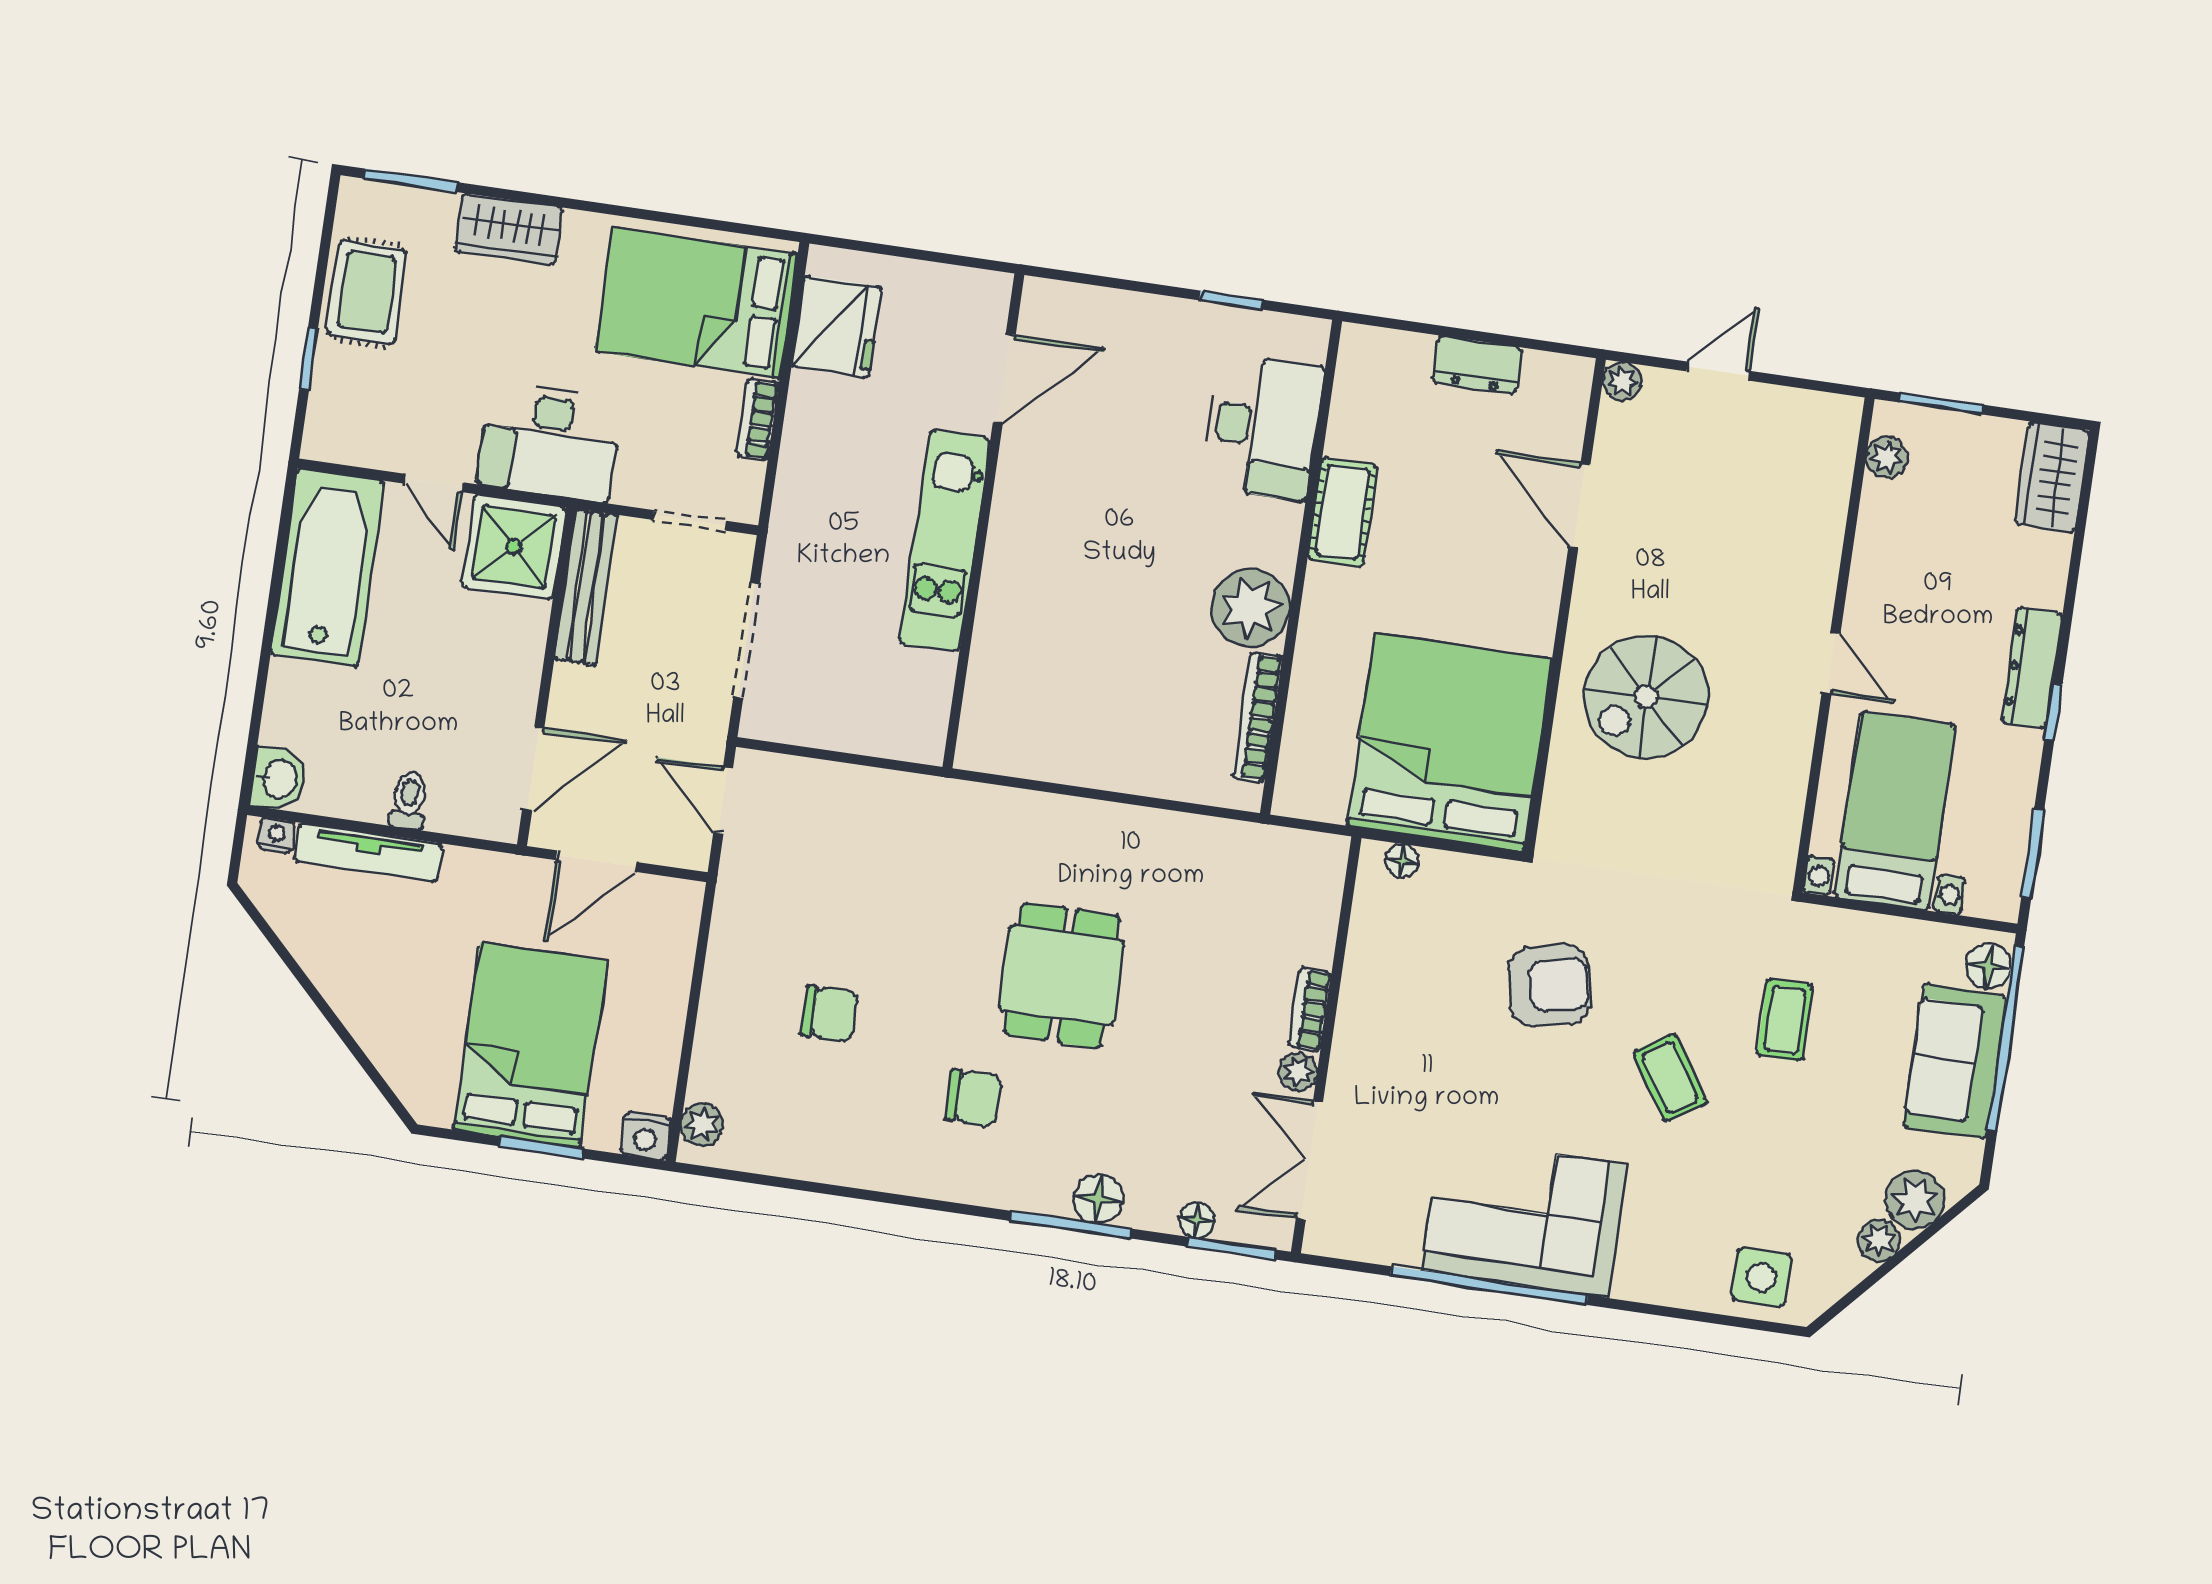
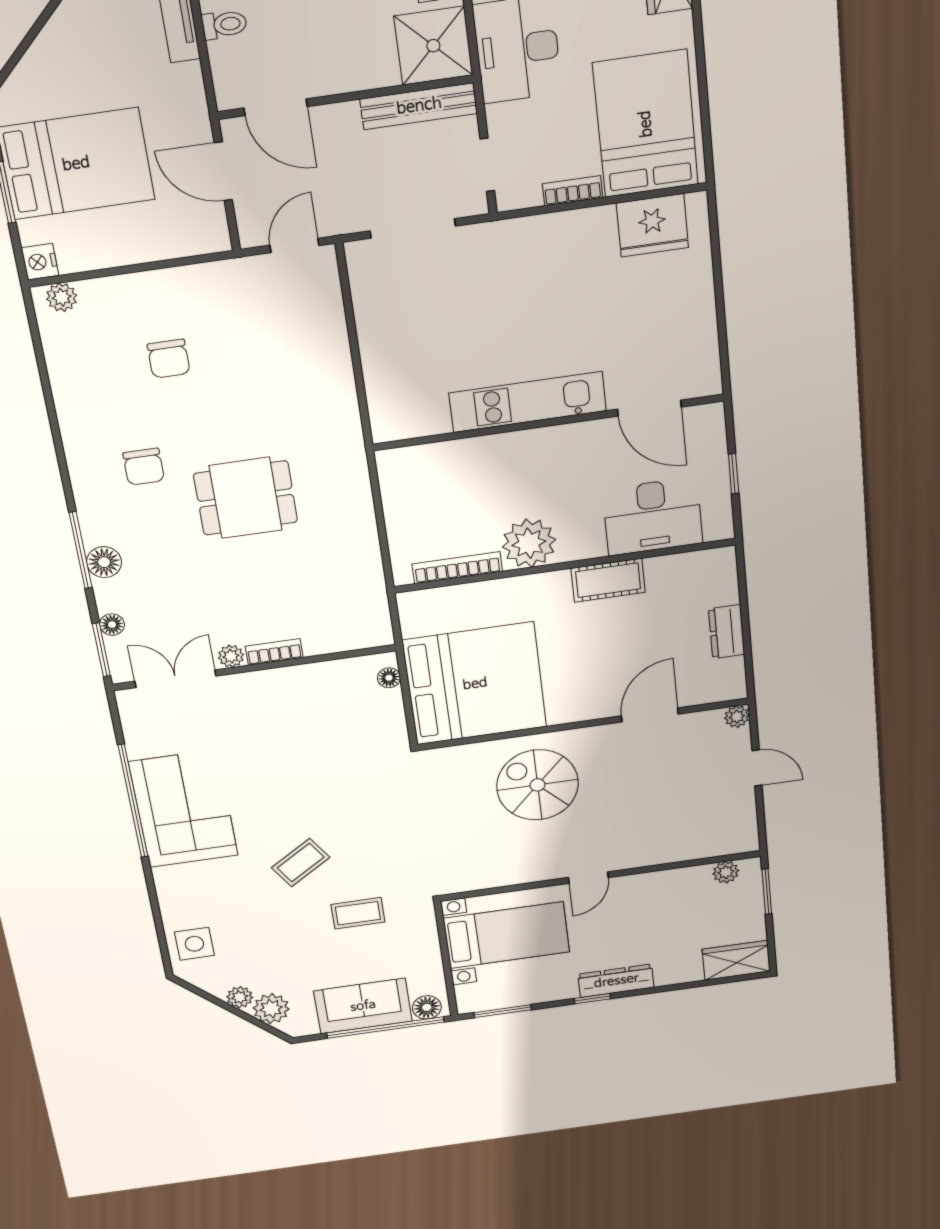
door: (1004, 379) -> (649, 408), moved
wall: (983, 521) -> (548, 422), moved
kitchen unit: (945, 541) -> (528, 402), moved
armchair: (1549, 985) -> (336, 782), removed

